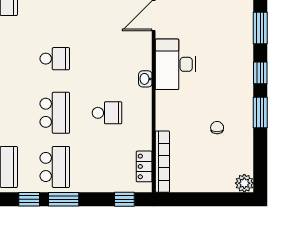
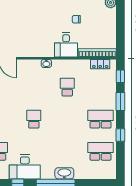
desk: (175, 64) -> (66, 45), moved, width x0.73
school desk: (55, 113) -> (67, 119), removed
window: (64, 199) -> (120, 101), moved

